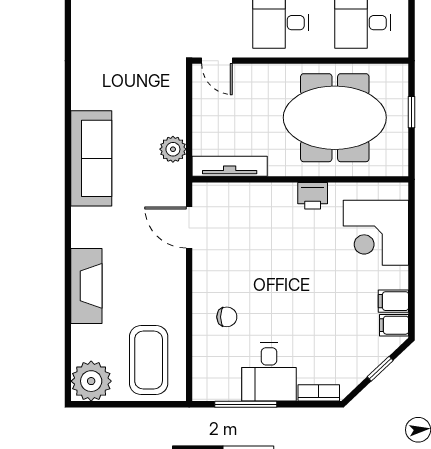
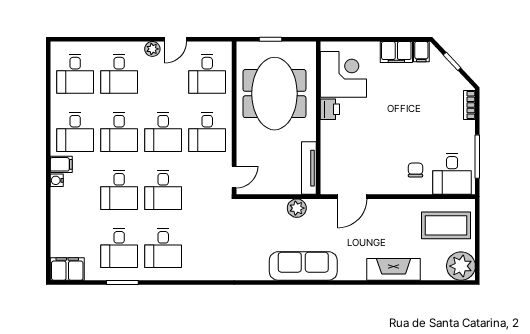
corner desk: (376, 233) -> (343, 74), moved, turned -90
filing cabinet: (393, 301) -> (396, 52), width x2.00
desk: (269, 372) -> (452, 174), moved, turned 90

